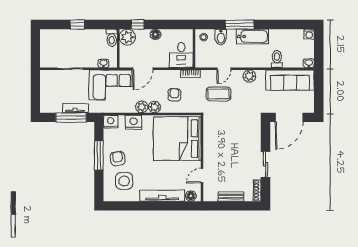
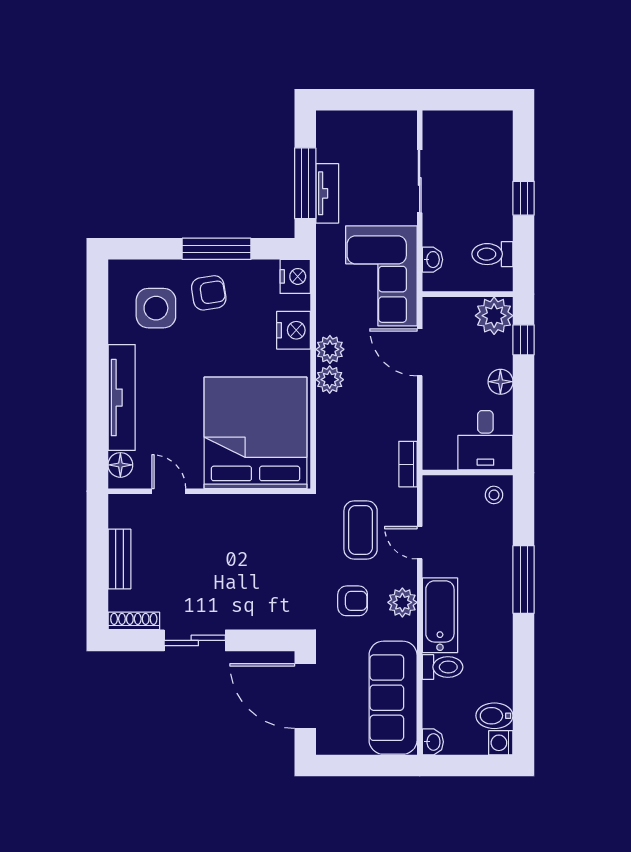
bidet: (221, 37) -> (494, 716), moved
bathtub: (252, 37) -> (440, 615), moved, turned 180
toilet: (112, 38) -> (492, 254), moved
desk: (181, 55) -> (485, 440), moved, turned -90
armchair: (174, 95) -> (353, 601), moved

